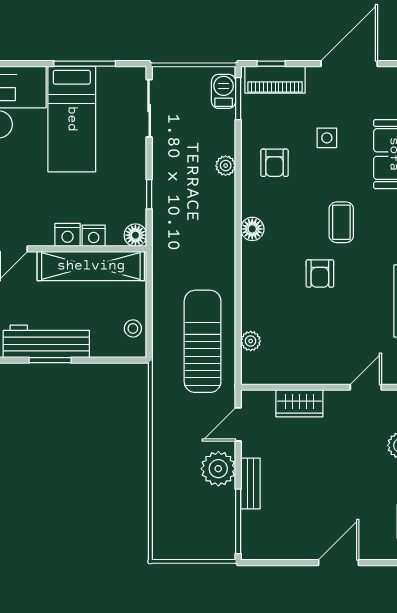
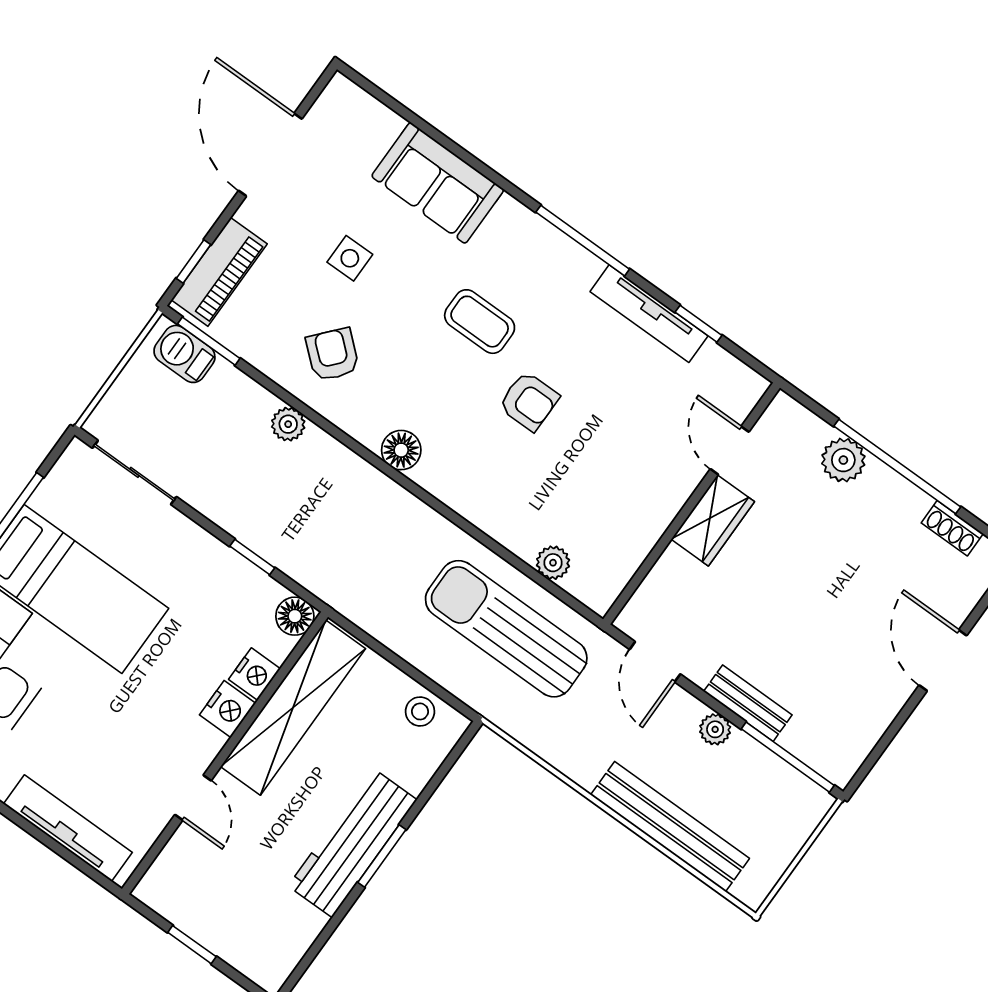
armchair: (275, 163) -> (332, 354), turned -139
wardrobe: (299, 403) -> (713, 520), moved
plant: (218, 469) -> (715, 729), width x0.53, depth x0.53
bench: (164, 489) -> (670, 827), added

